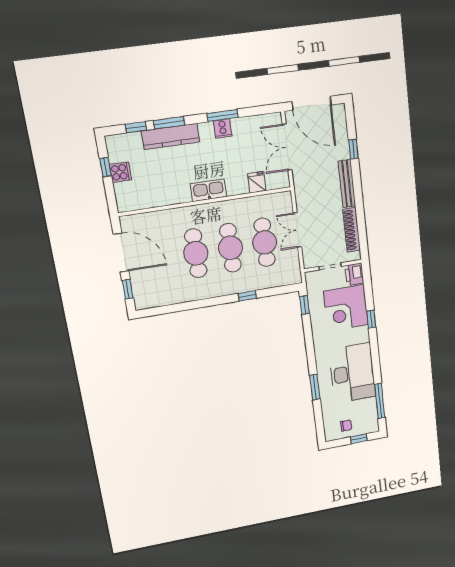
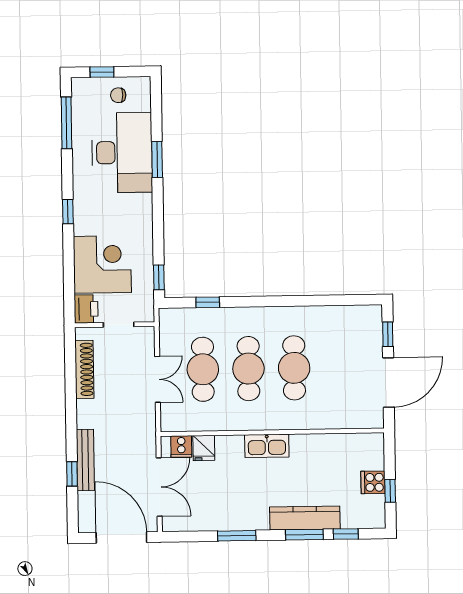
cooker: (223, 128) -> (181, 446), moved, turned 180
bench: (347, 184) -> (85, 460), moved
door: (121, 253) -> (388, 382), swing flipped
window: (247, 296) -> (208, 302), moved
window: (371, 319) -> (68, 212), moved
desk: (352, 373) -> (122, 152), moved, turned 180

